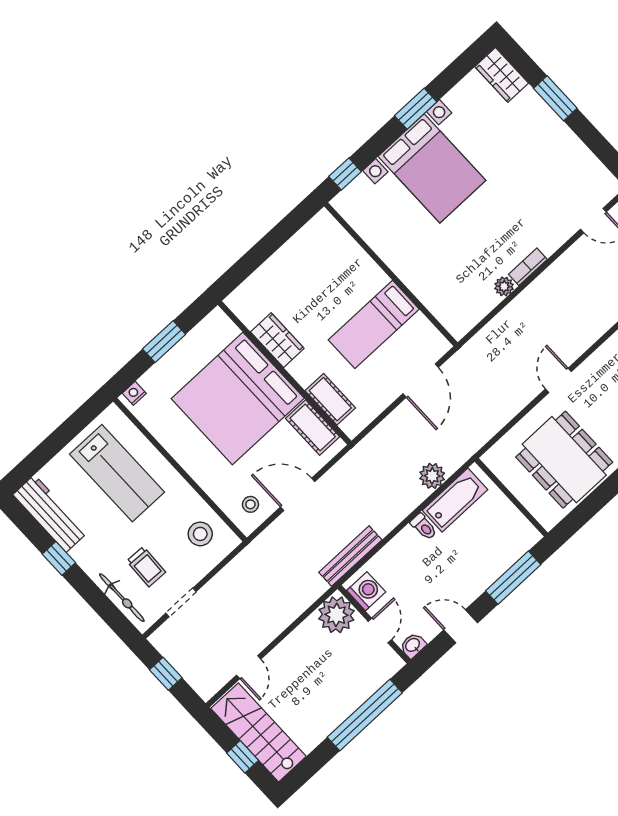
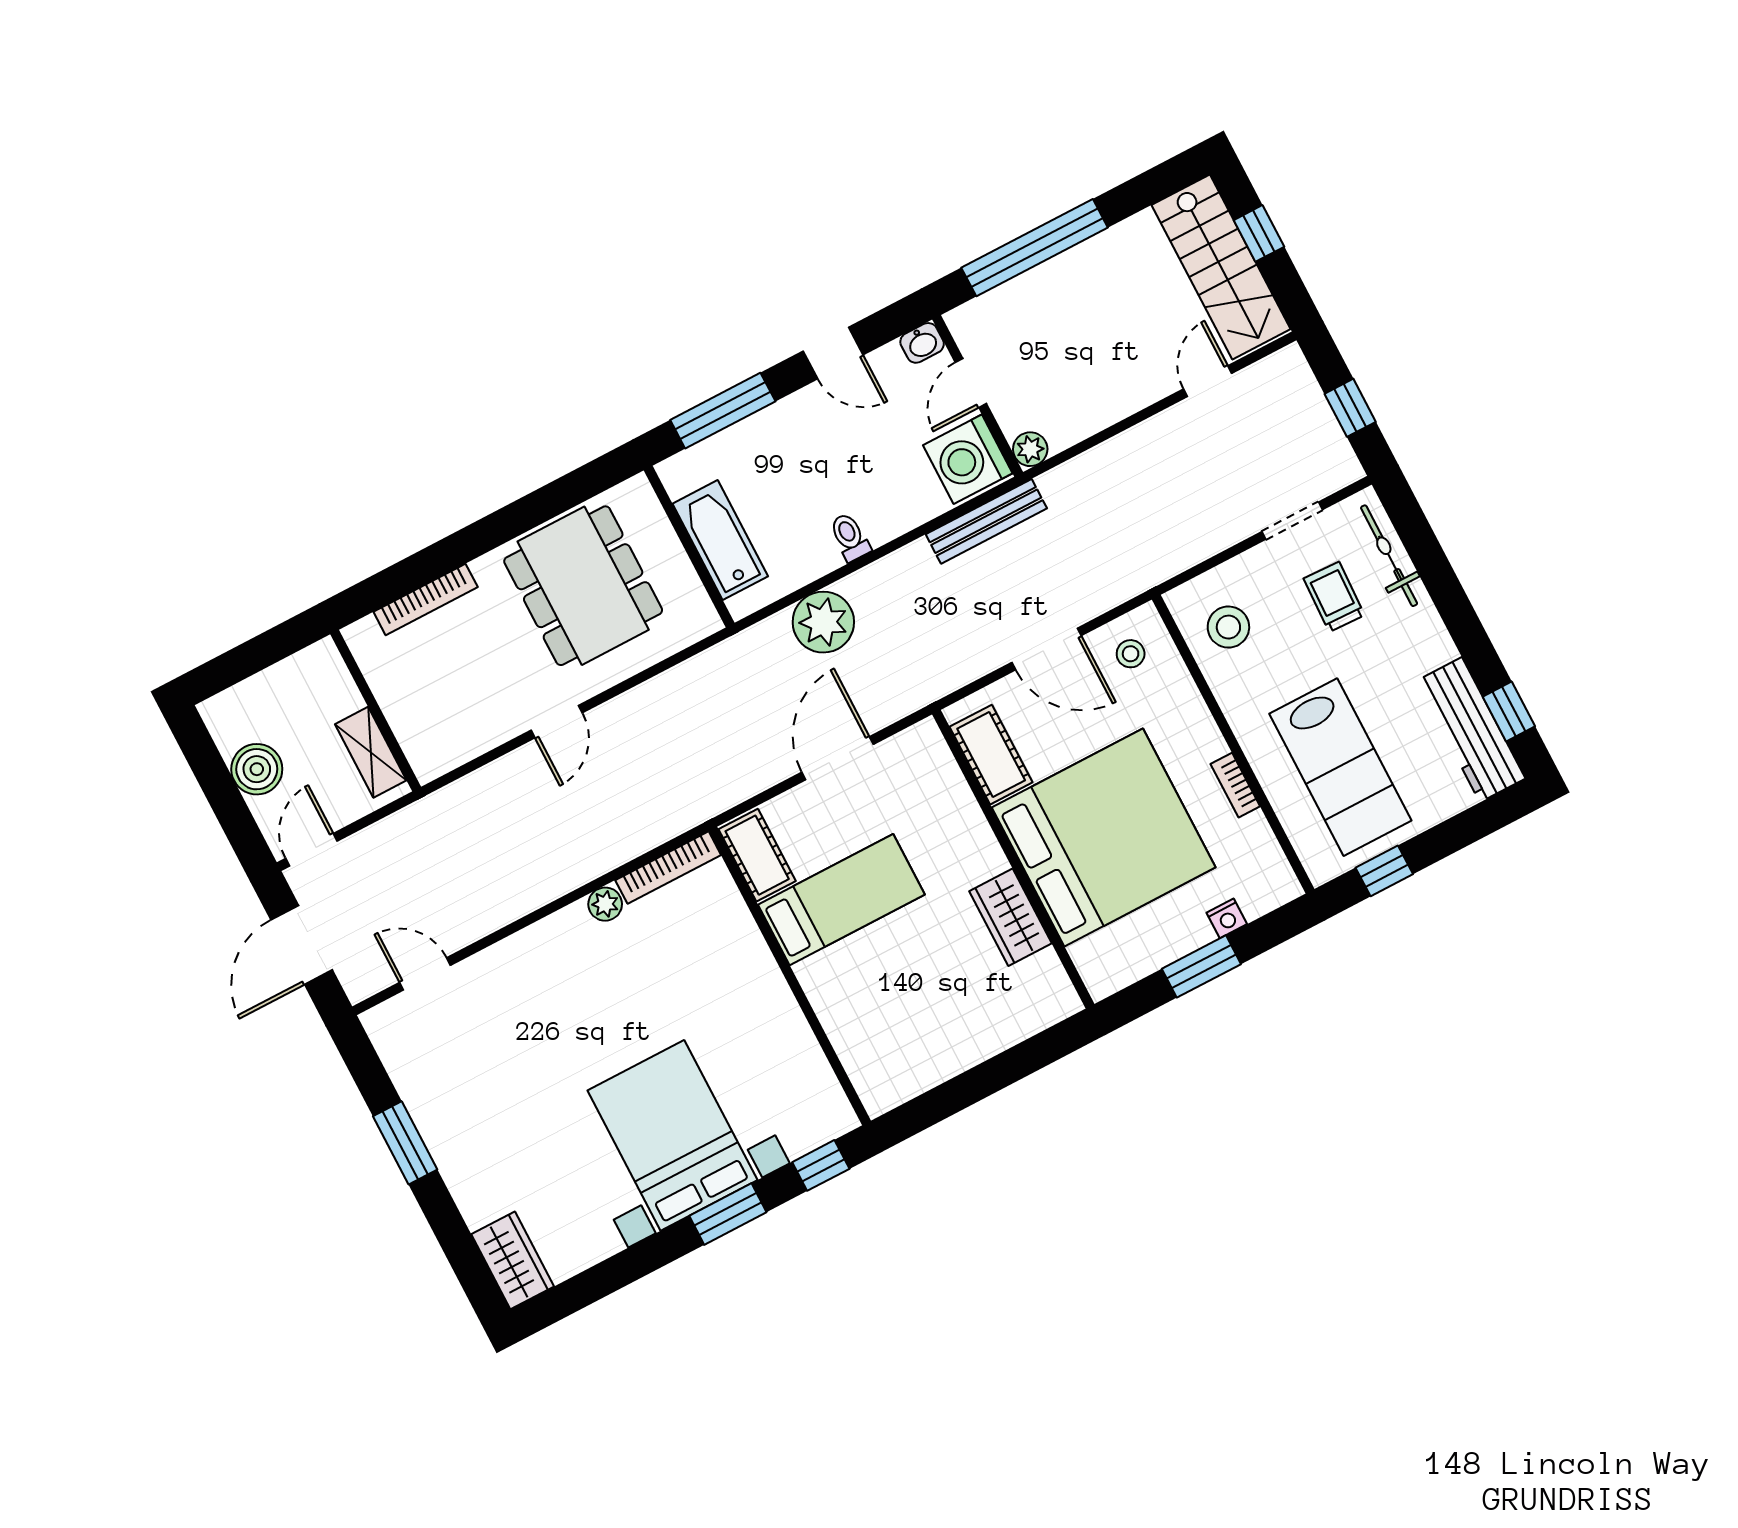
window: (555, 98) -> (405, 1143), moved
window: (416, 109) -> (728, 1214), moved
bookcase: (528, 267) -> (668, 868), moved, width x1.56
door: (421, 381) -> (838, 758), moved
nightstand: (134, 393) -> (1227, 918), moved
cot: (330, 399) -> (757, 855), moved
window: (77, 422) -> (1384, 871), added
bookcase: (173, 447) -> (1235, 785), added
lab bench: (117, 473) -> (1340, 767), turned 180
plant: (432, 476) -> (823, 622), width x1.36, depth x1.36
bathtub: (455, 500) -> (720, 540), moved, turned 90
window: (59, 558) -> (1509, 712), moved
washing machine: (366, 591) -> (968, 459), width x1.37, depth x1.37
plant: (336, 615) -> (1030, 449), width x0.53, depth x0.53

